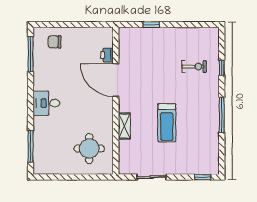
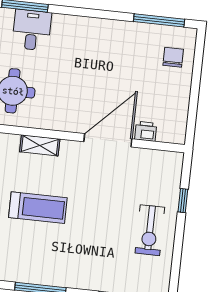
exercise bike: (194, 67) -> (150, 230), moved, width x1.38, depth x1.39
desk: (46, 103) -> (32, 30), moved
treadmill: (167, 123) -> (38, 208), turned 180

